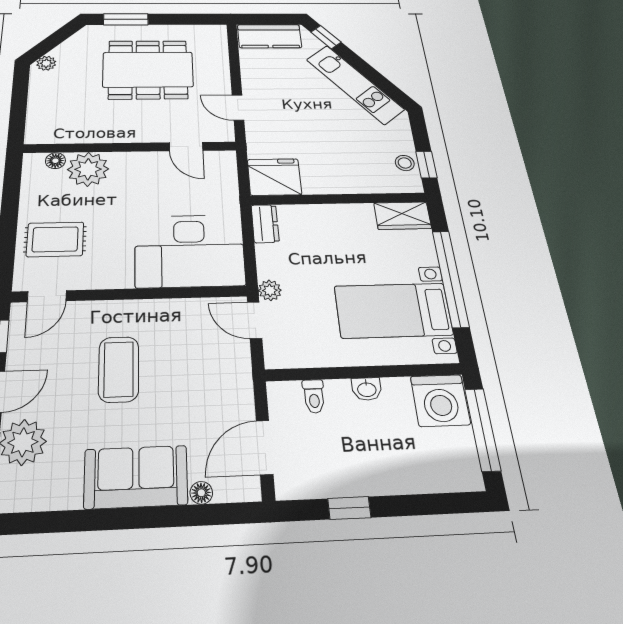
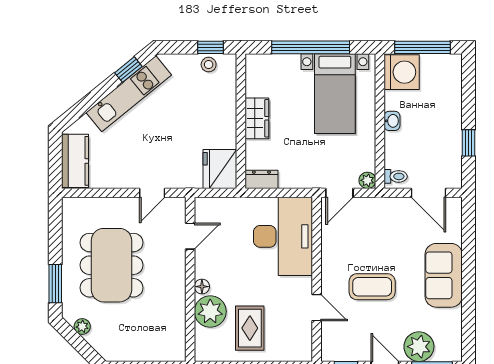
window: (326, 37) -> (128, 70), moved
plant: (46, 63) -> (82, 326), moved
floor lamp: (55, 161) -> (202, 287), moved
wardrobe: (403, 216) -> (257, 118), moved
rug: (55, 239) -> (250, 328), moved
plant: (270, 290) -> (367, 180), moved
door: (47, 296) -> (317, 308), moved
toilet: (314, 396) -> (396, 176), moved
floor lamp: (201, 493) -> (455, 235), removed

